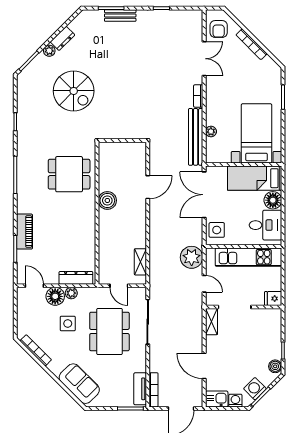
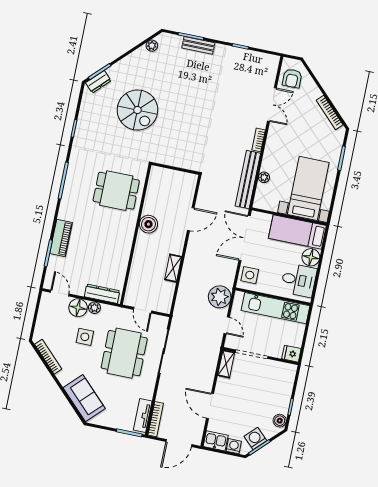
dresser: (63, 38) -> (98, 82), moved
bookcase: (252, 44) -> (330, 112), moved
plant: (49, 51) -> (152, 46), moved
shelving: (140, 262) -> (173, 268), moved

